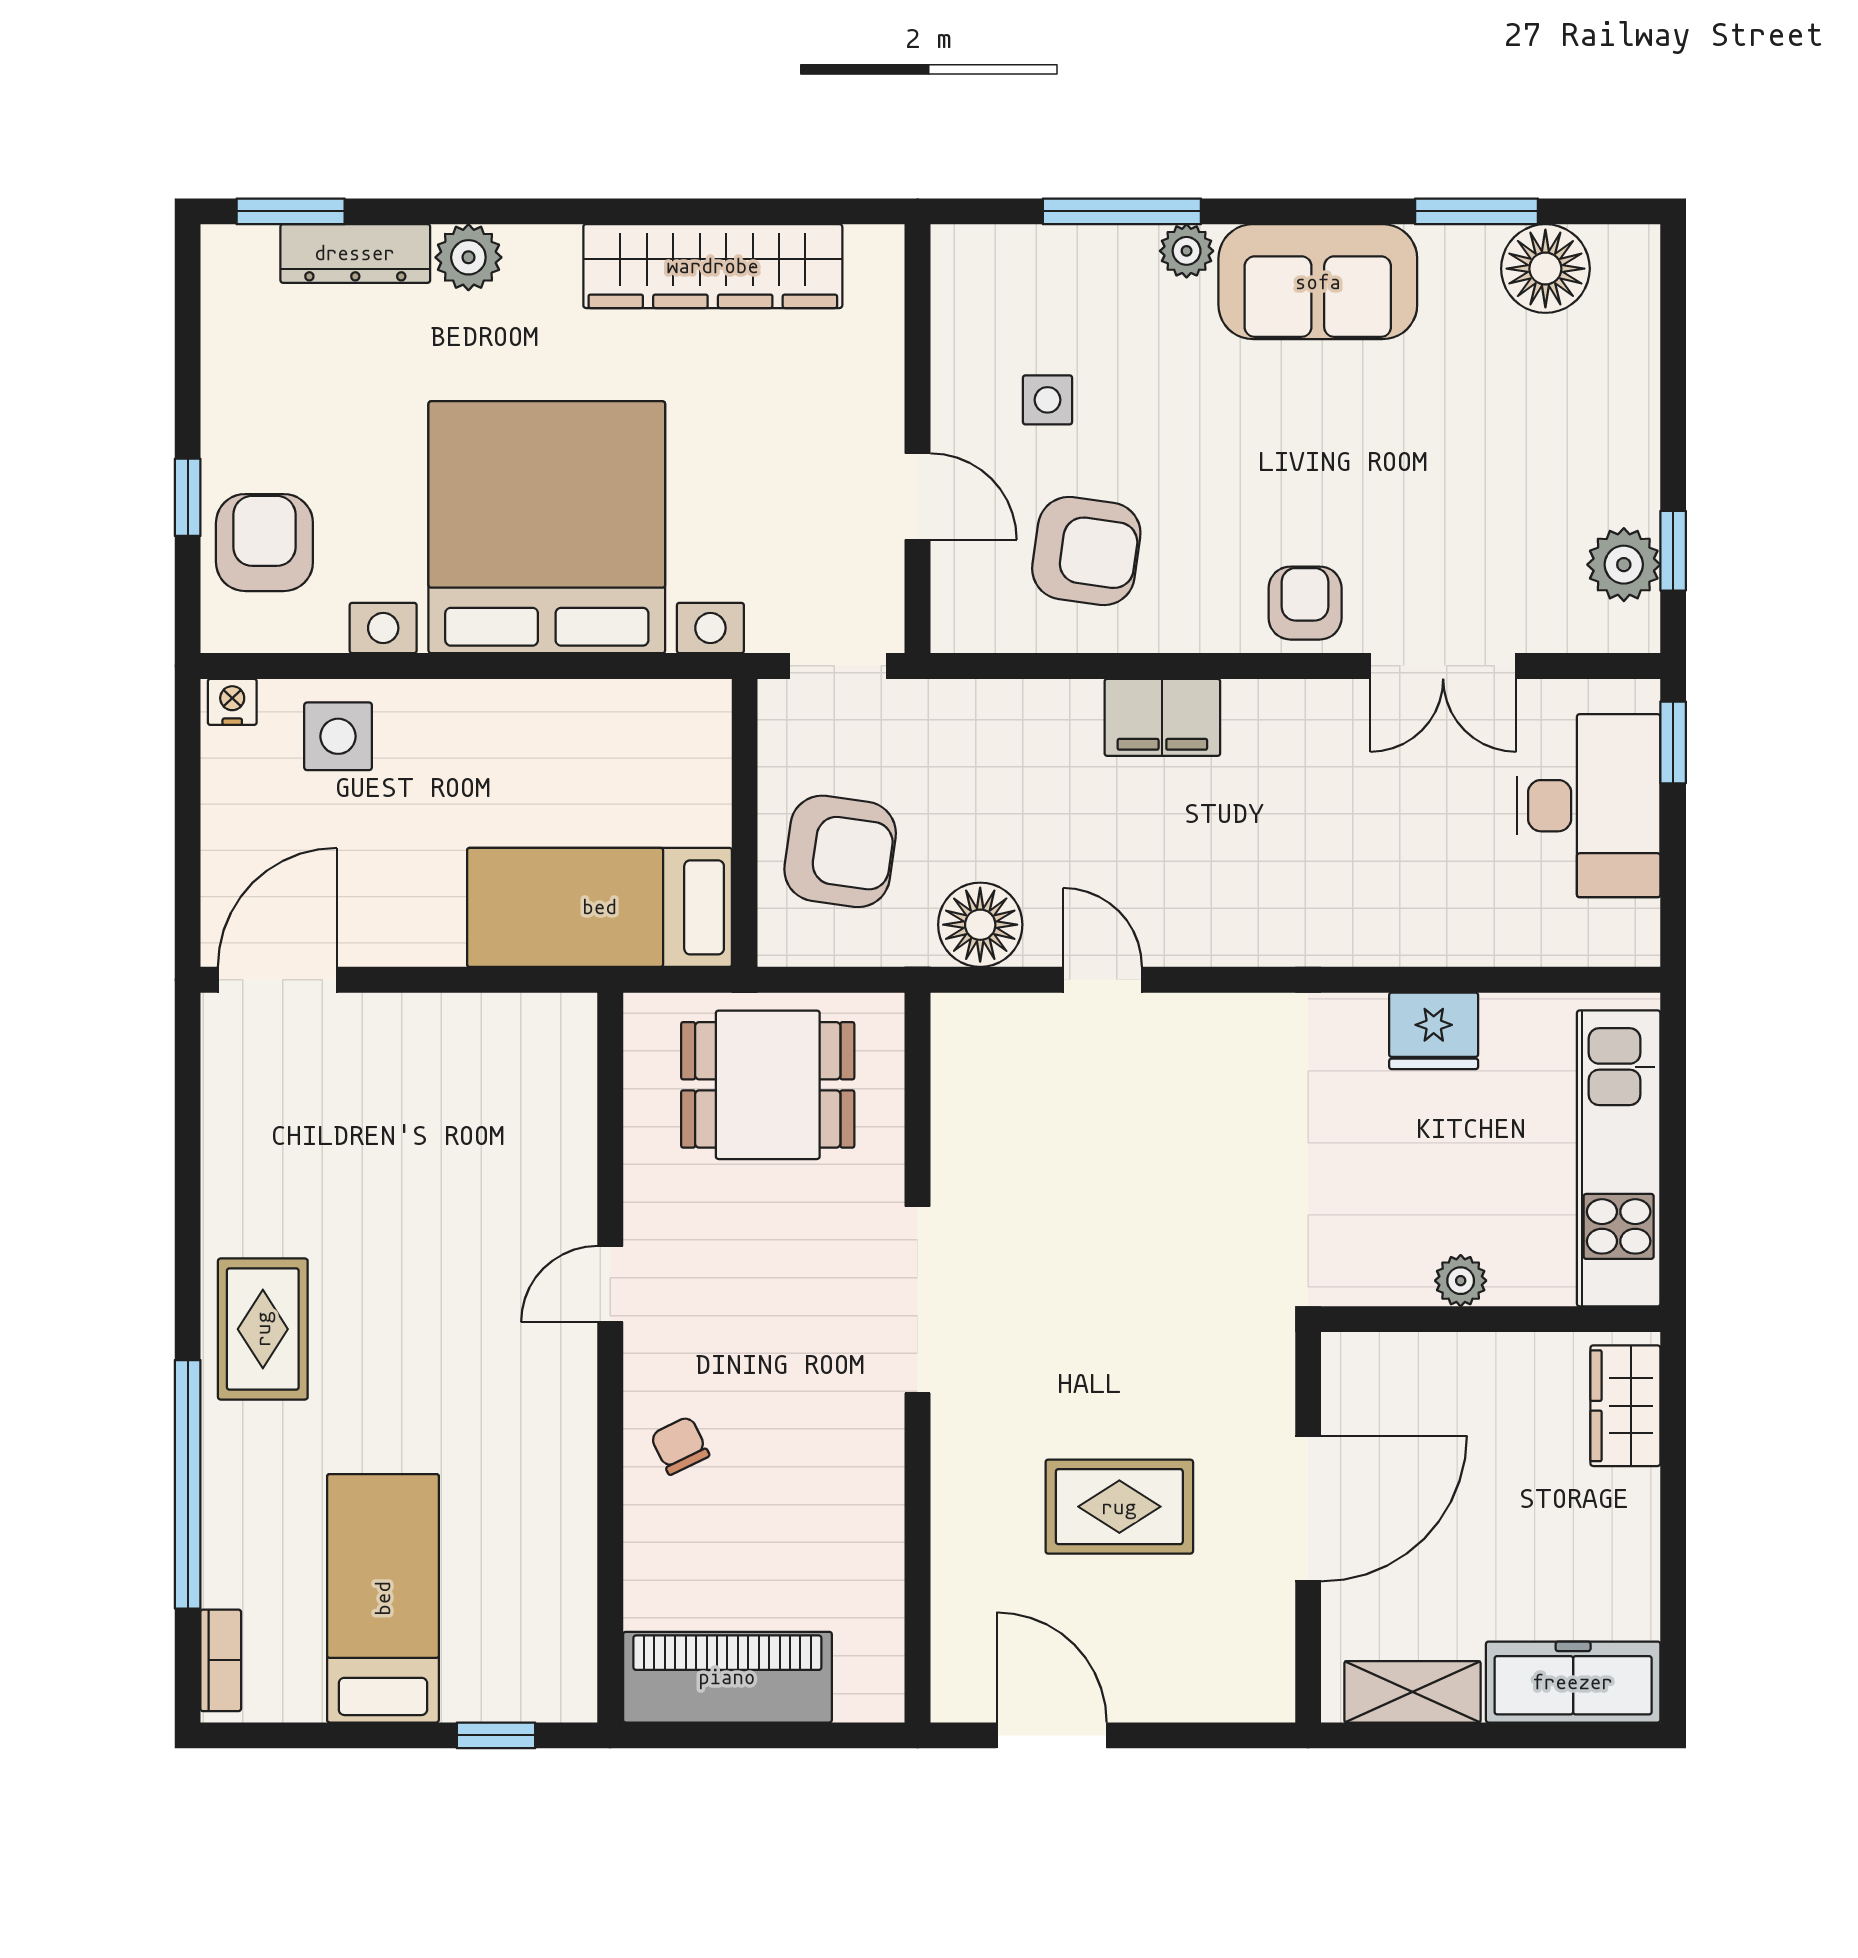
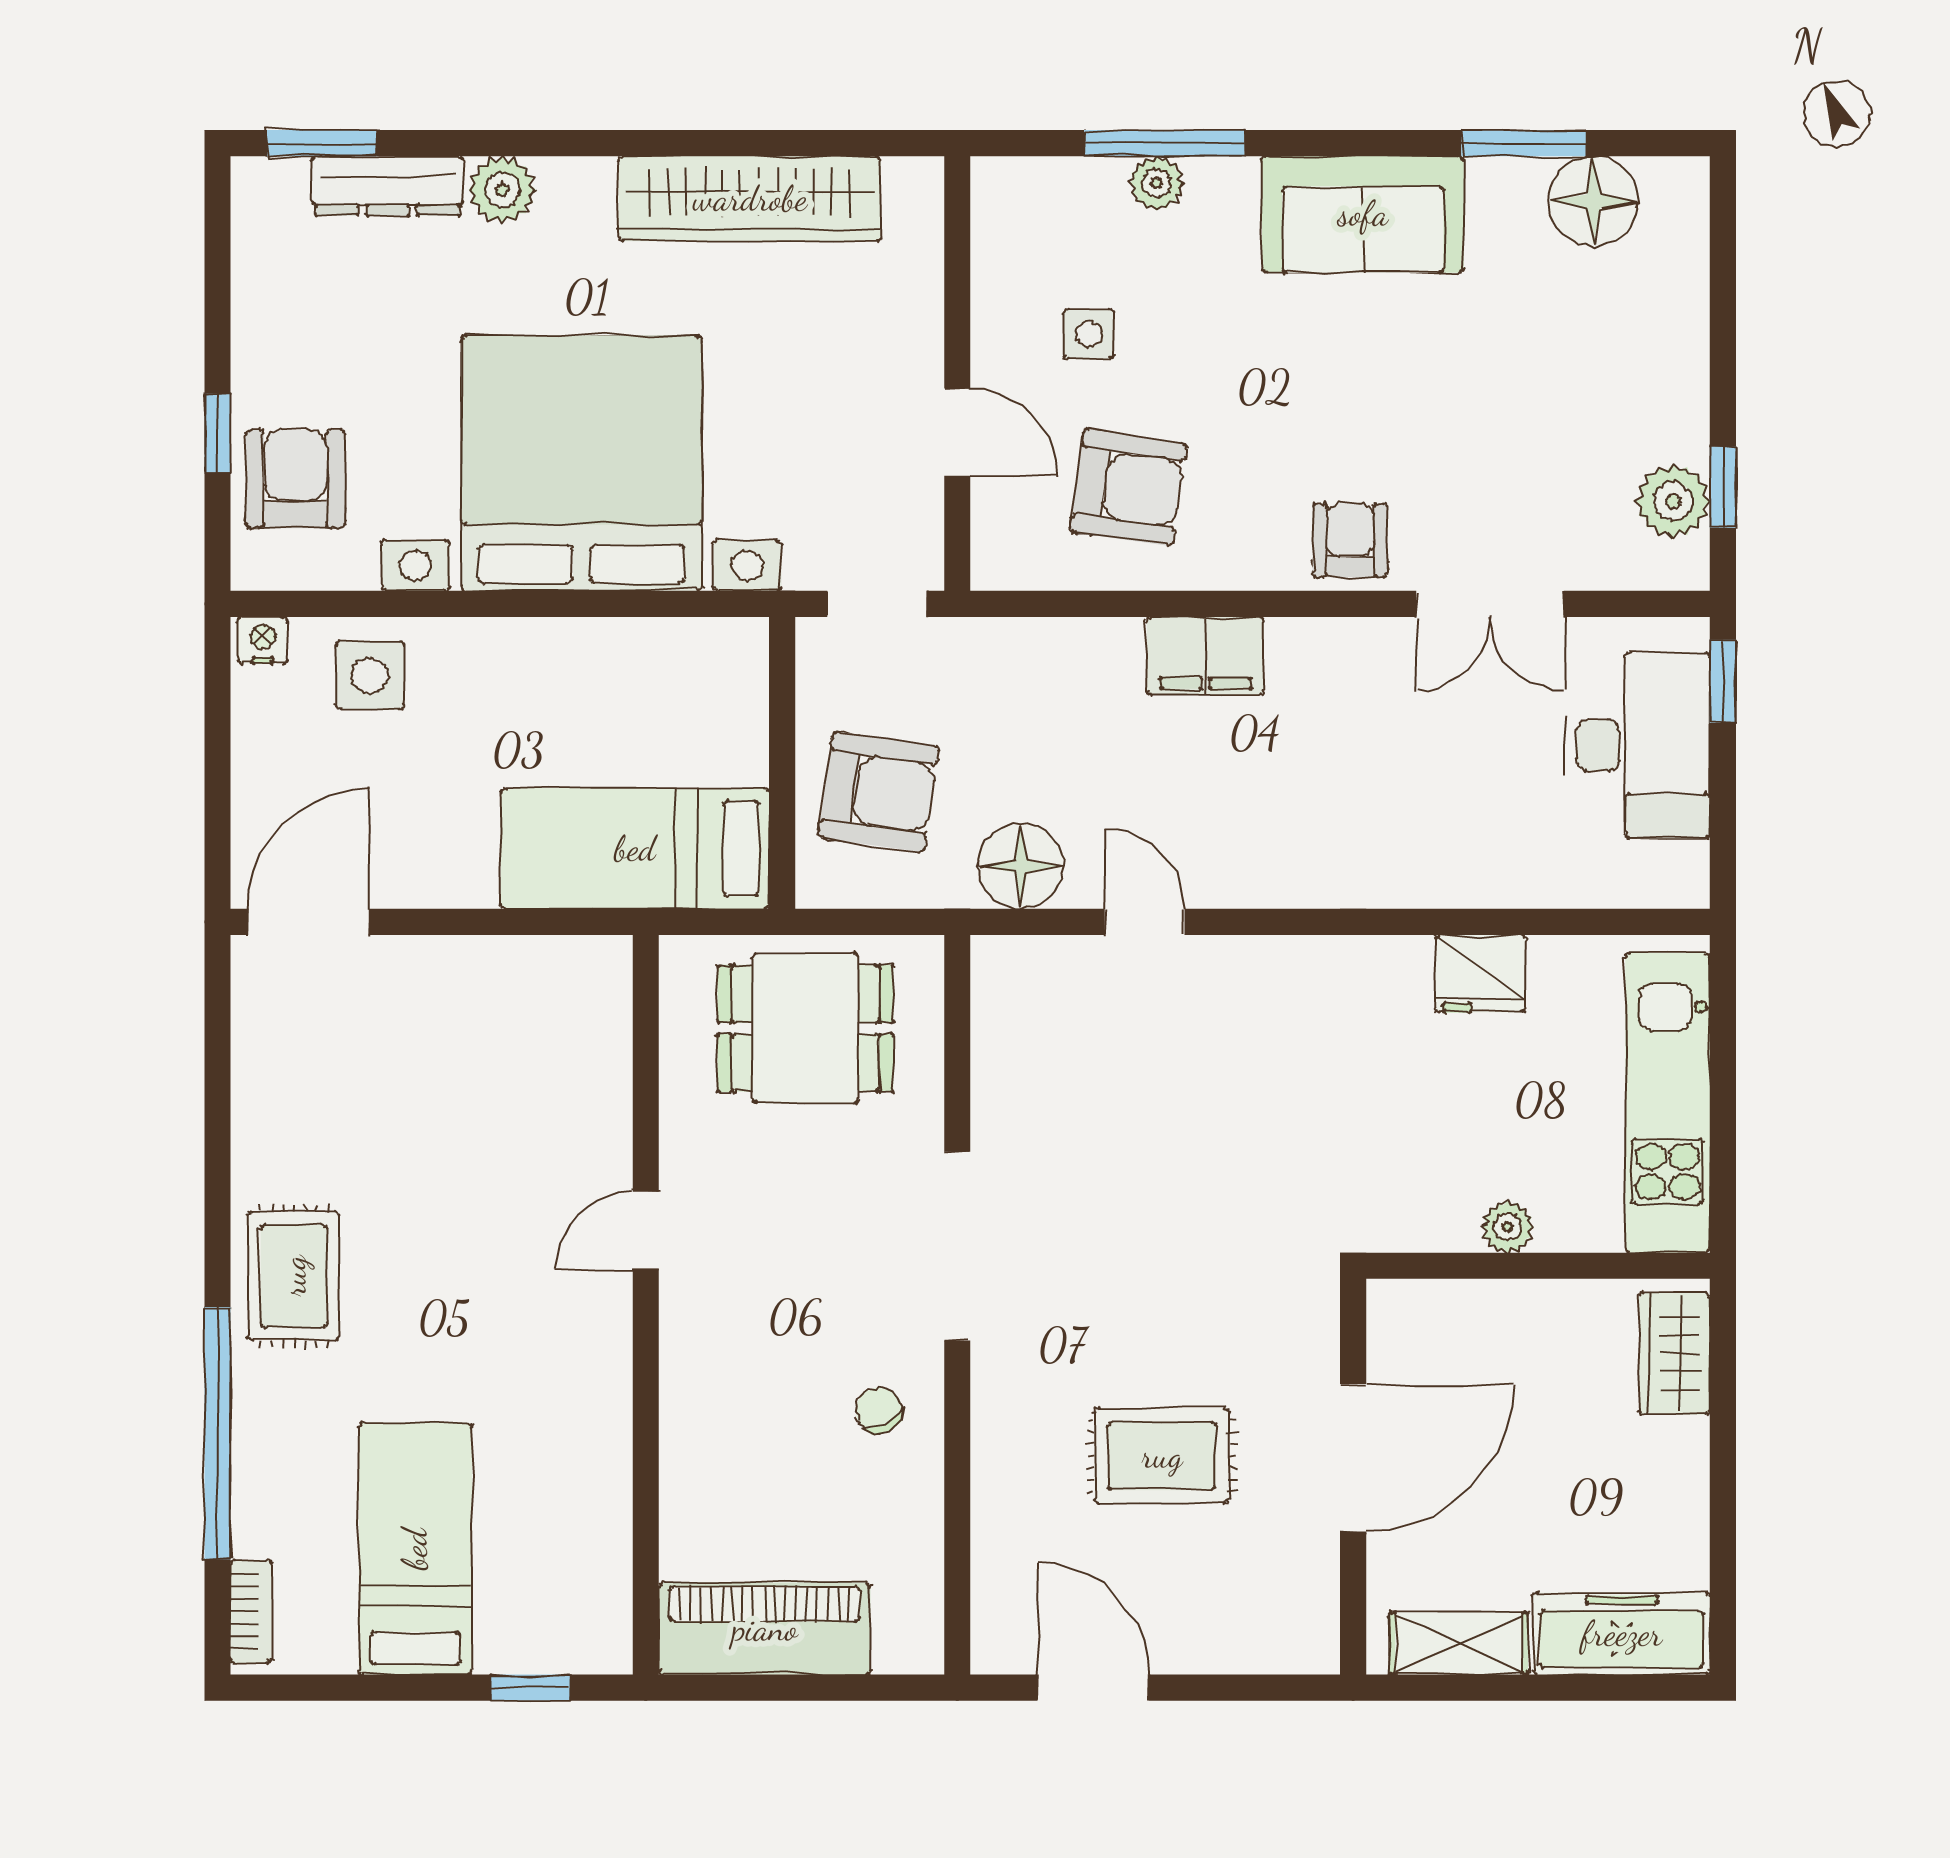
plant: (1187, 251) -> (1156, 183), moved
chair: (680, 1445) -> (879, 1411), moved

